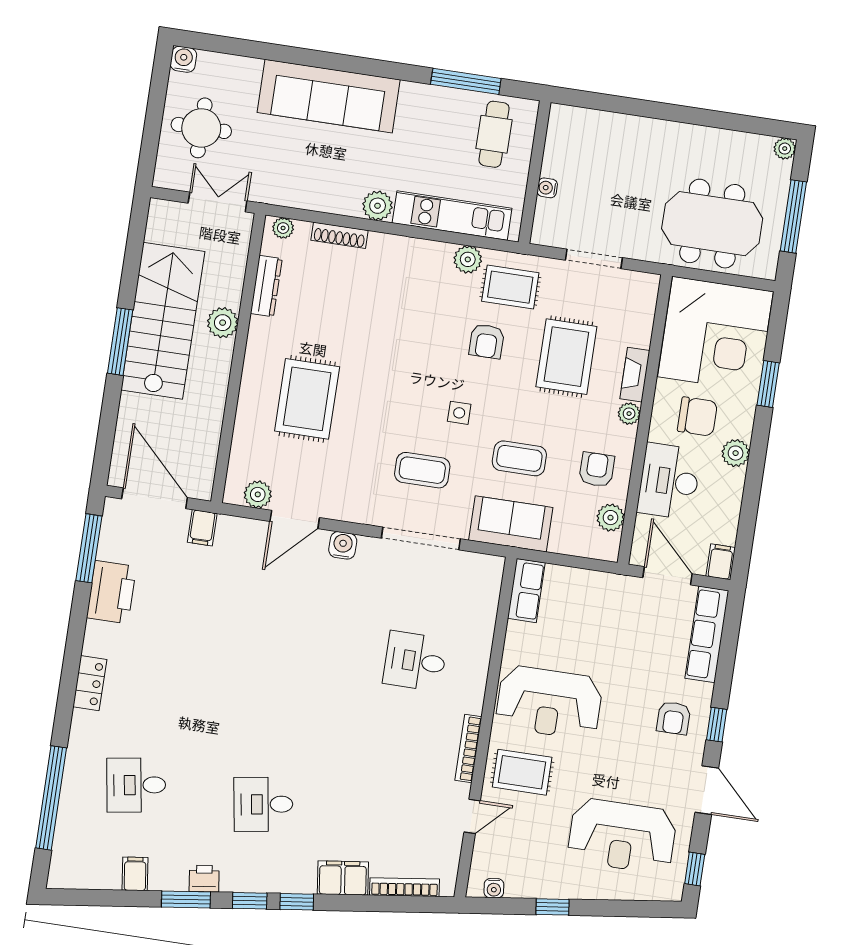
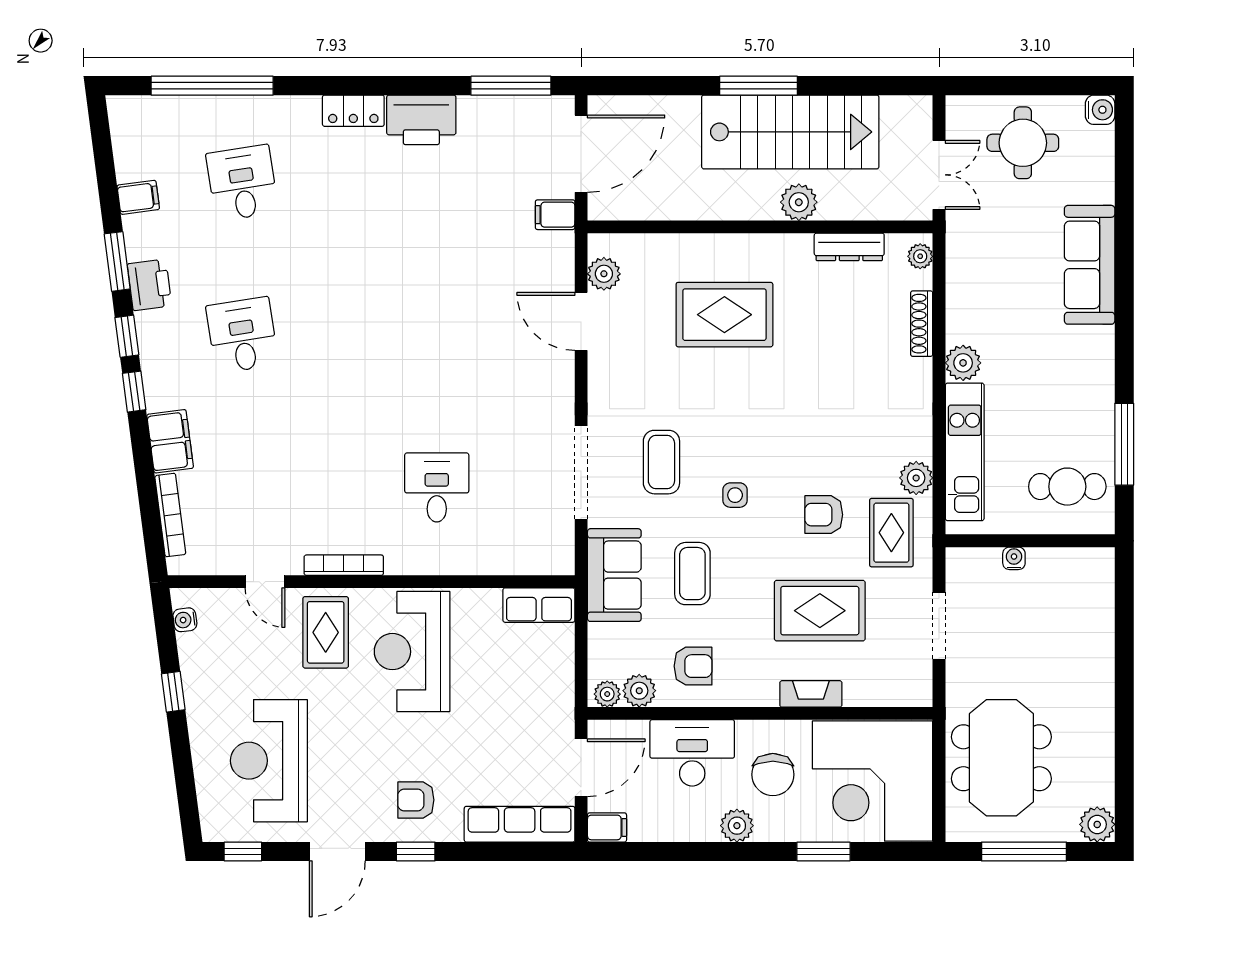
sofa: (329, 96) -> (1090, 265), width x0.74, depth x0.79
plant: (785, 149) -> (1097, 824), width x1.38, depth x1.38
plant: (629, 414) -> (607, 694), moved
water cooler: (343, 545) -> (559, 382), removed
printer: (111, 592) -> (421, 120), moved
printer: (204, 879) -> (149, 285), width x1.36, depth x1.24

